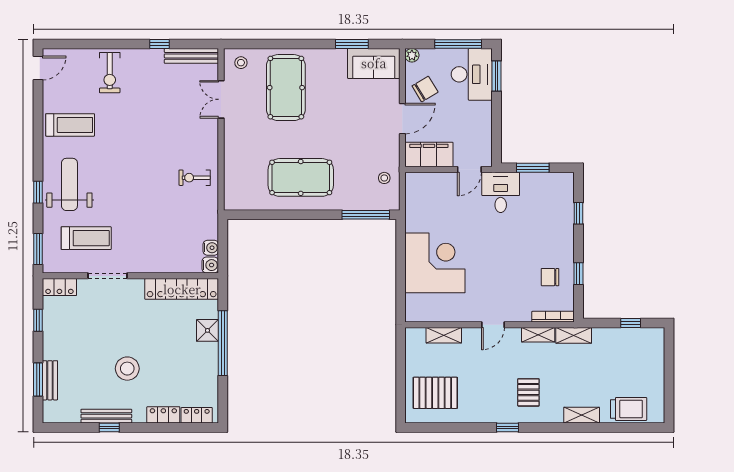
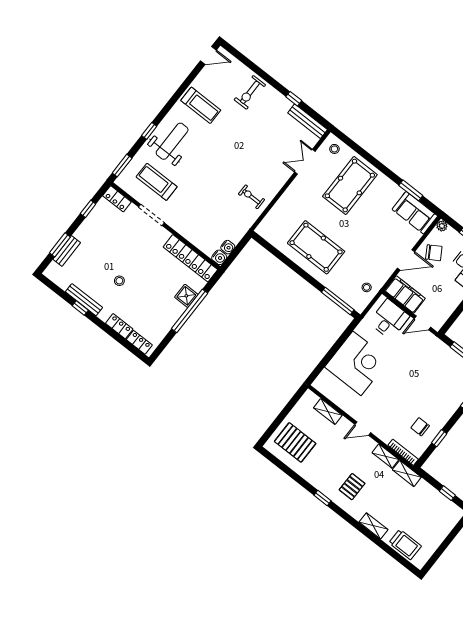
desk: (501, 192) -> (389, 319), moved
treadmill: (86, 238) -> (157, 182), turned 180
stool: (127, 369) -> (119, 281), width x0.53, depth x0.53

